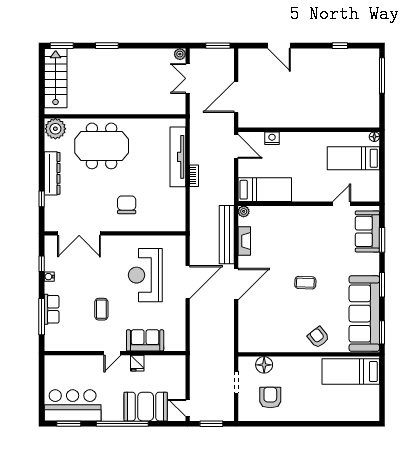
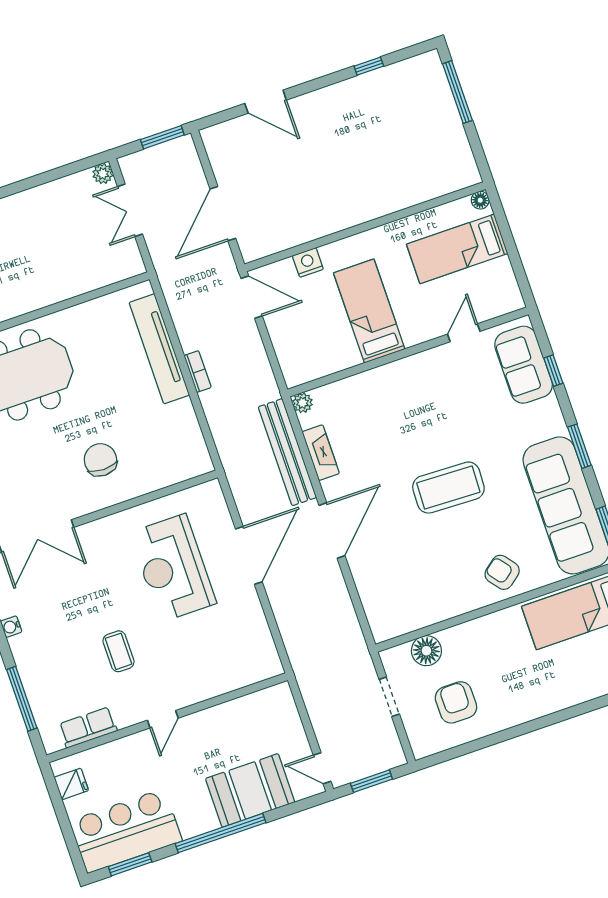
bed: (265, 190) -> (369, 311), moved, turned -90
window: (382, 240) -> (553, 371), width x0.67
coffee table: (305, 283) -> (448, 488), width x1.86, depth x1.72
row of seats: (52, 309) -> (88, 727), moved, turned -90
sofa: (145, 340) -> (211, 679), removed
fridge: (137, 363) -> (71, 784), moved, turned -90

